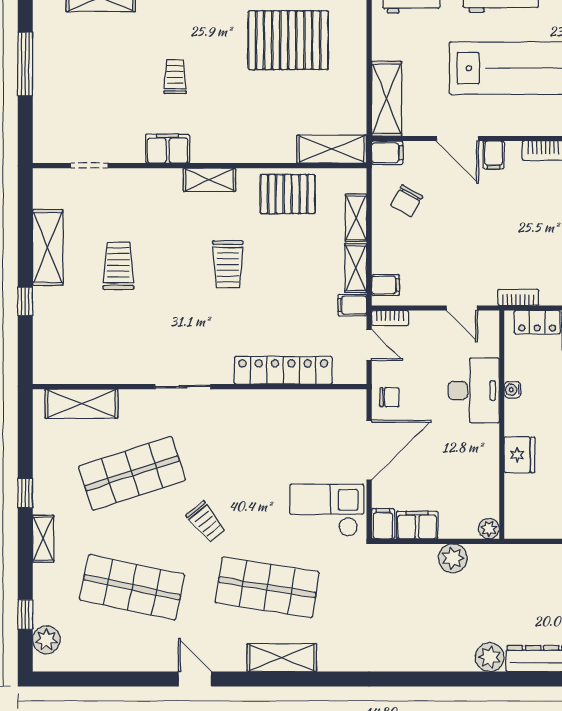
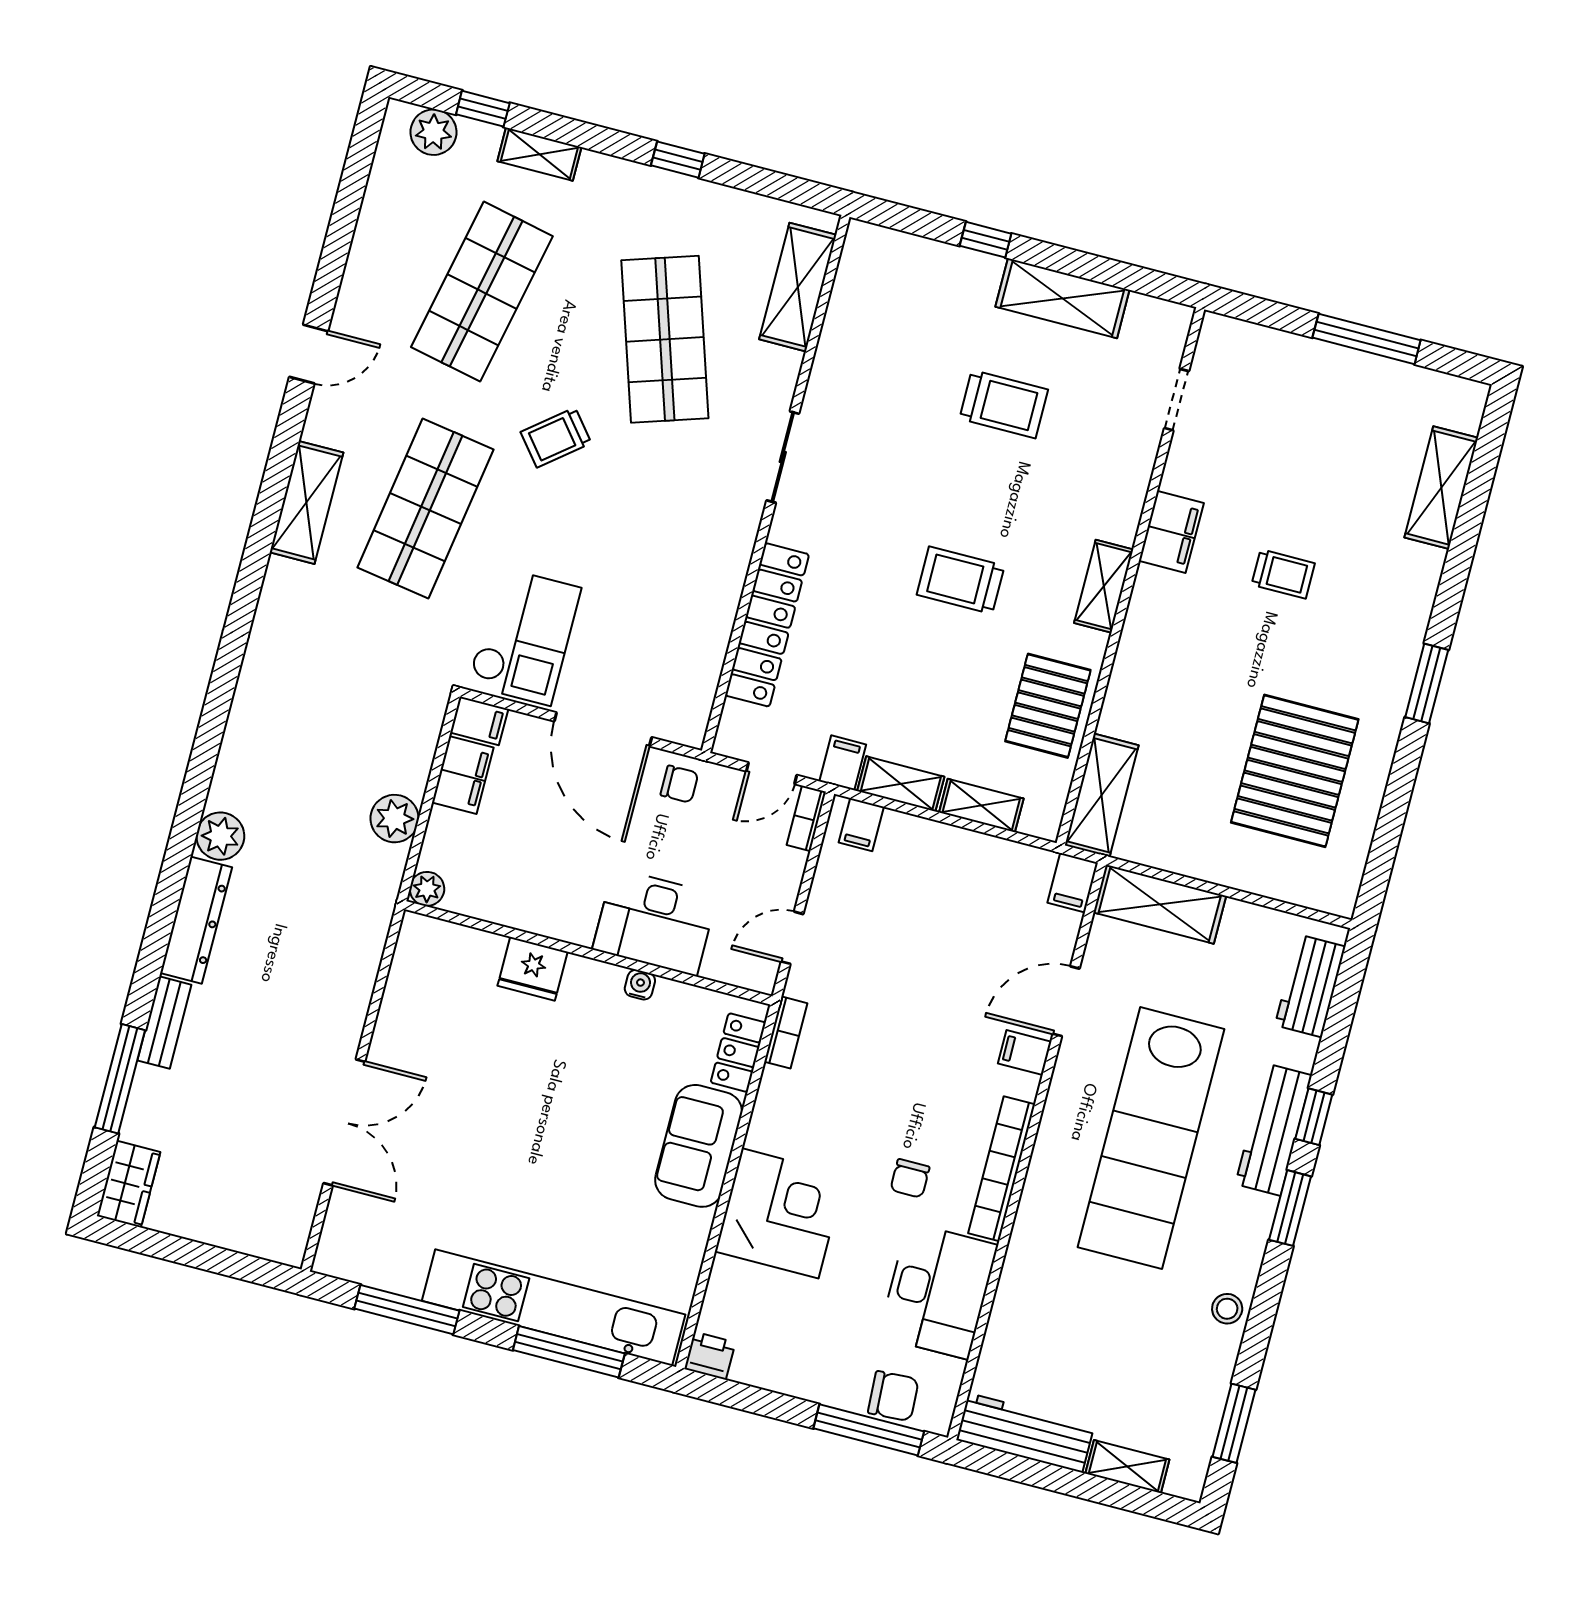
chair: (407, 201) -> (987, 894), removed
chair: (389, 397) -> (679, 784), turned -90
shelving: (43, 539) -> (539, 154), moved

